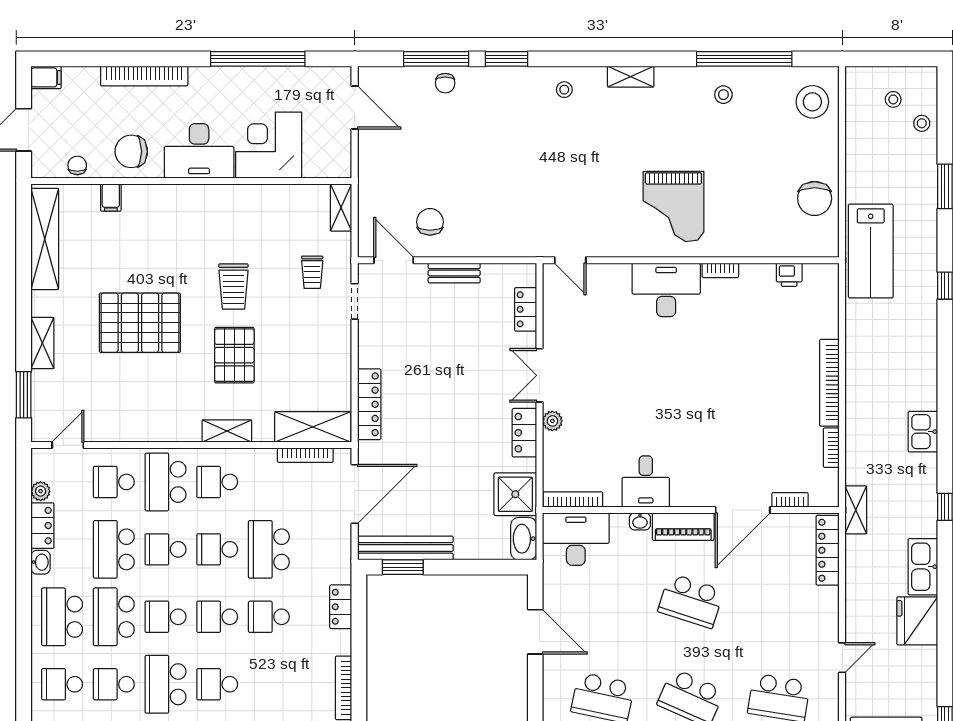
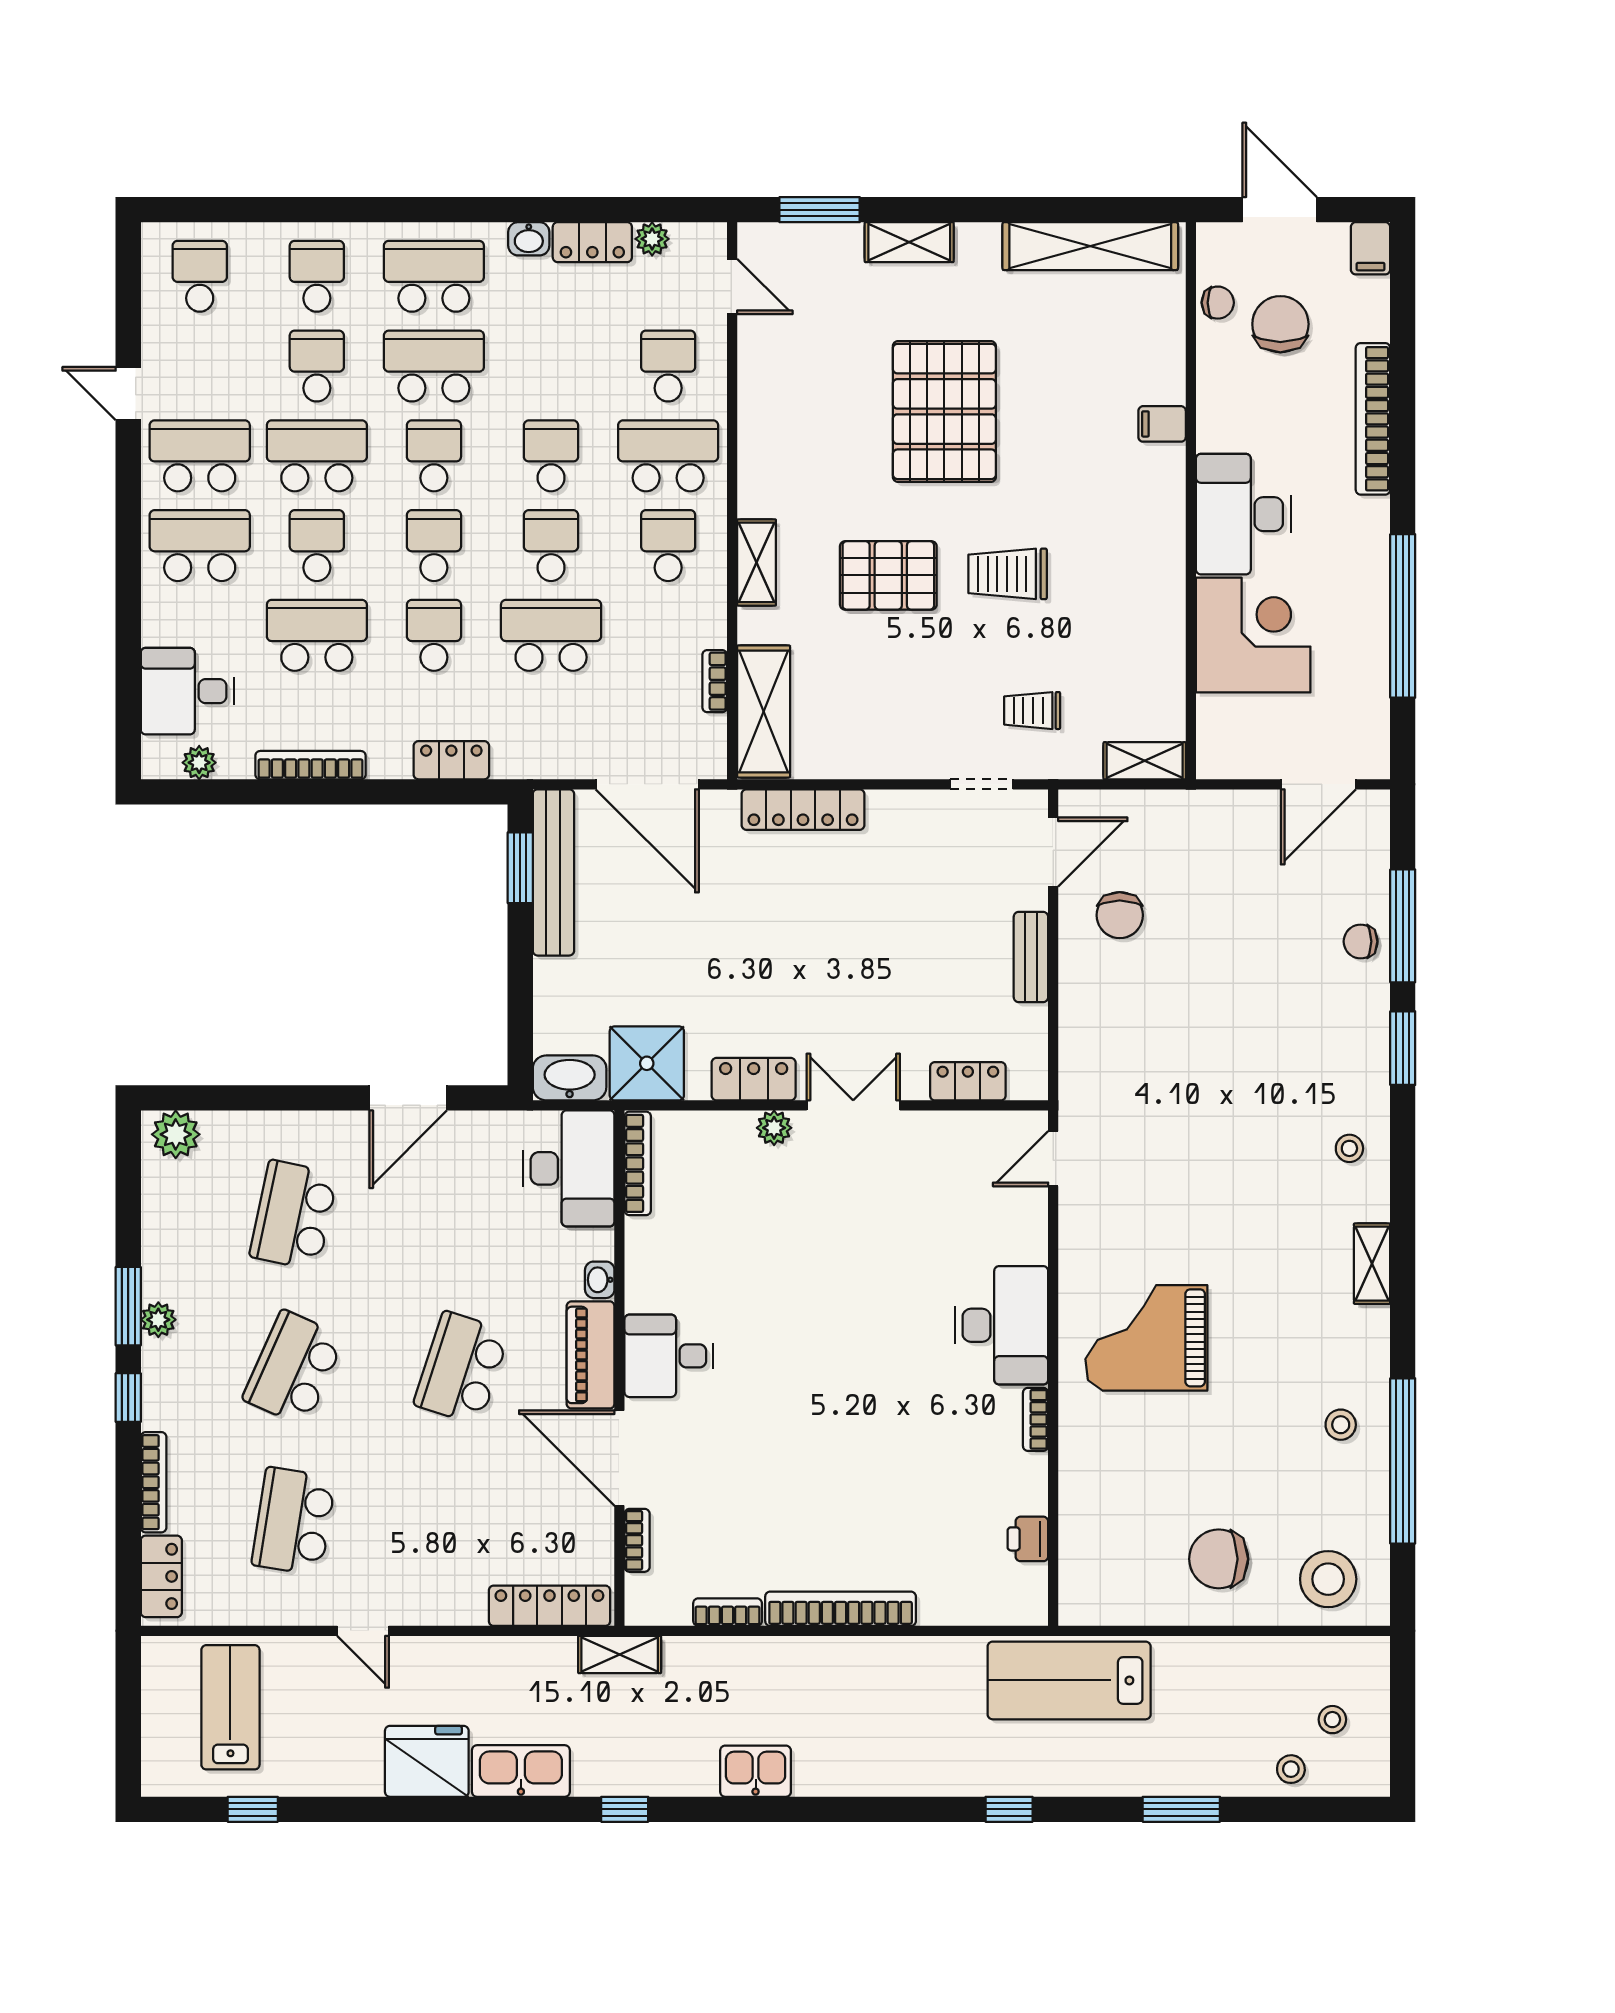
chair: (131, 151) -> (1280, 324), moved
filing cabinet: (111, 198) -> (1162, 424), moved
chair: (815, 199) -> (1219, 1559), moved
chair: (430, 222) -> (1120, 915), turned 90
bookcase: (305, 455) -> (715, 681), width x0.64
desk: (646, 481) -> (669, 1356), moved
school desk: (114, 549) -> (317, 635), moved

